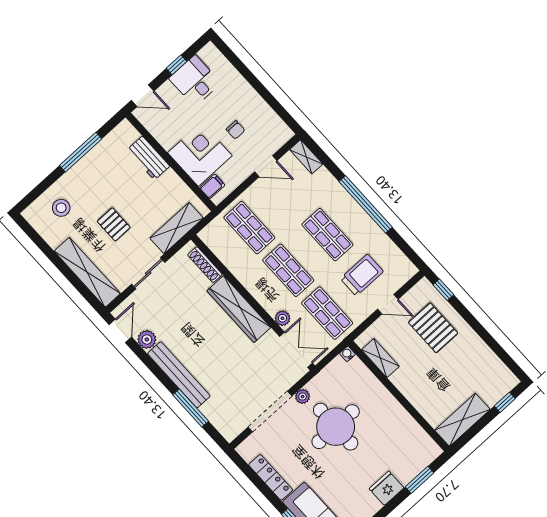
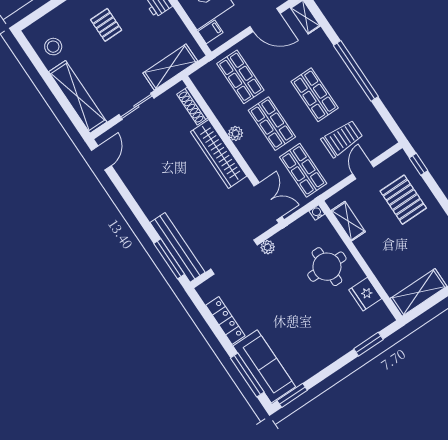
door: (266, 166) -> (265, 20), width x1.38
stool: (61, 208) -> (53, 47), moved
pallet: (114, 224) -> (106, 25), moved
door: (388, 304) -> (363, 170), swing flipped
plant: (282, 318) -> (236, 133), moved
plant: (147, 339) -> (126, 170), removed
bench: (179, 375) -> (178, 247), moved
window: (191, 408) -> (169, 259), moved
round table: (336, 427) -> (327, 267), moved, width x0.73, depth x0.73
fridge: (387, 488) -> (365, 294), moved, turned -90

